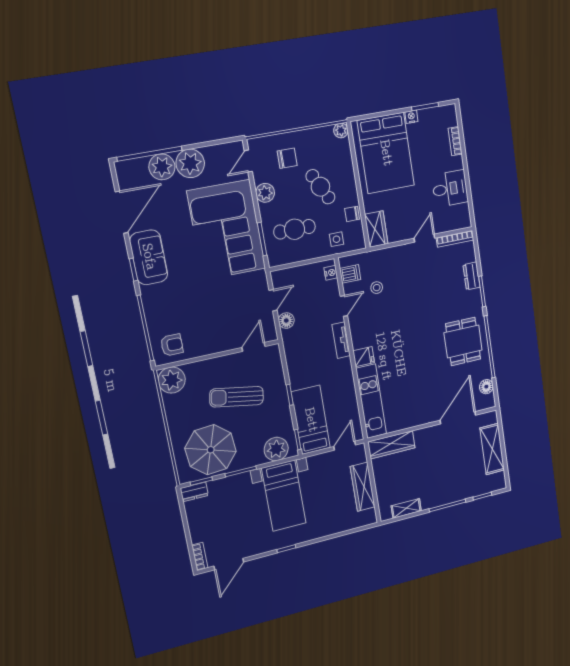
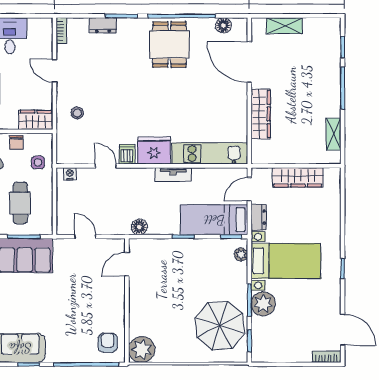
bookcase: (455, 239) -> (61, 31), width x0.64
dishwasher: (350, 274) -> (127, 154), moved
stool: (377, 288) -> (77, 113), moved
floor lamp: (286, 321) -> (139, 227), moved
tv unit: (341, 340) -> (173, 175), moved
dining table: (463, 341) -> (169, 44), turned 90
door: (253, 347) -> (127, 264), hinge flipped
fridge: (364, 357) -> (154, 151), width x1.88, depth x1.34
sun lounger: (237, 397) -> (173, 290), removed
wardrobe: (391, 445) -> (261, 114), moved
door: (345, 446) -> (249, 189), hinge flipped
plant: (276, 449) -> (241, 254), width x0.53, depth x0.53
shelving: (492, 449) -> (284, 26), width x0.67, depth x0.75
plant: (239, 485) -> (263, 304), added
dresser: (194, 492) -> (259, 217), moved

